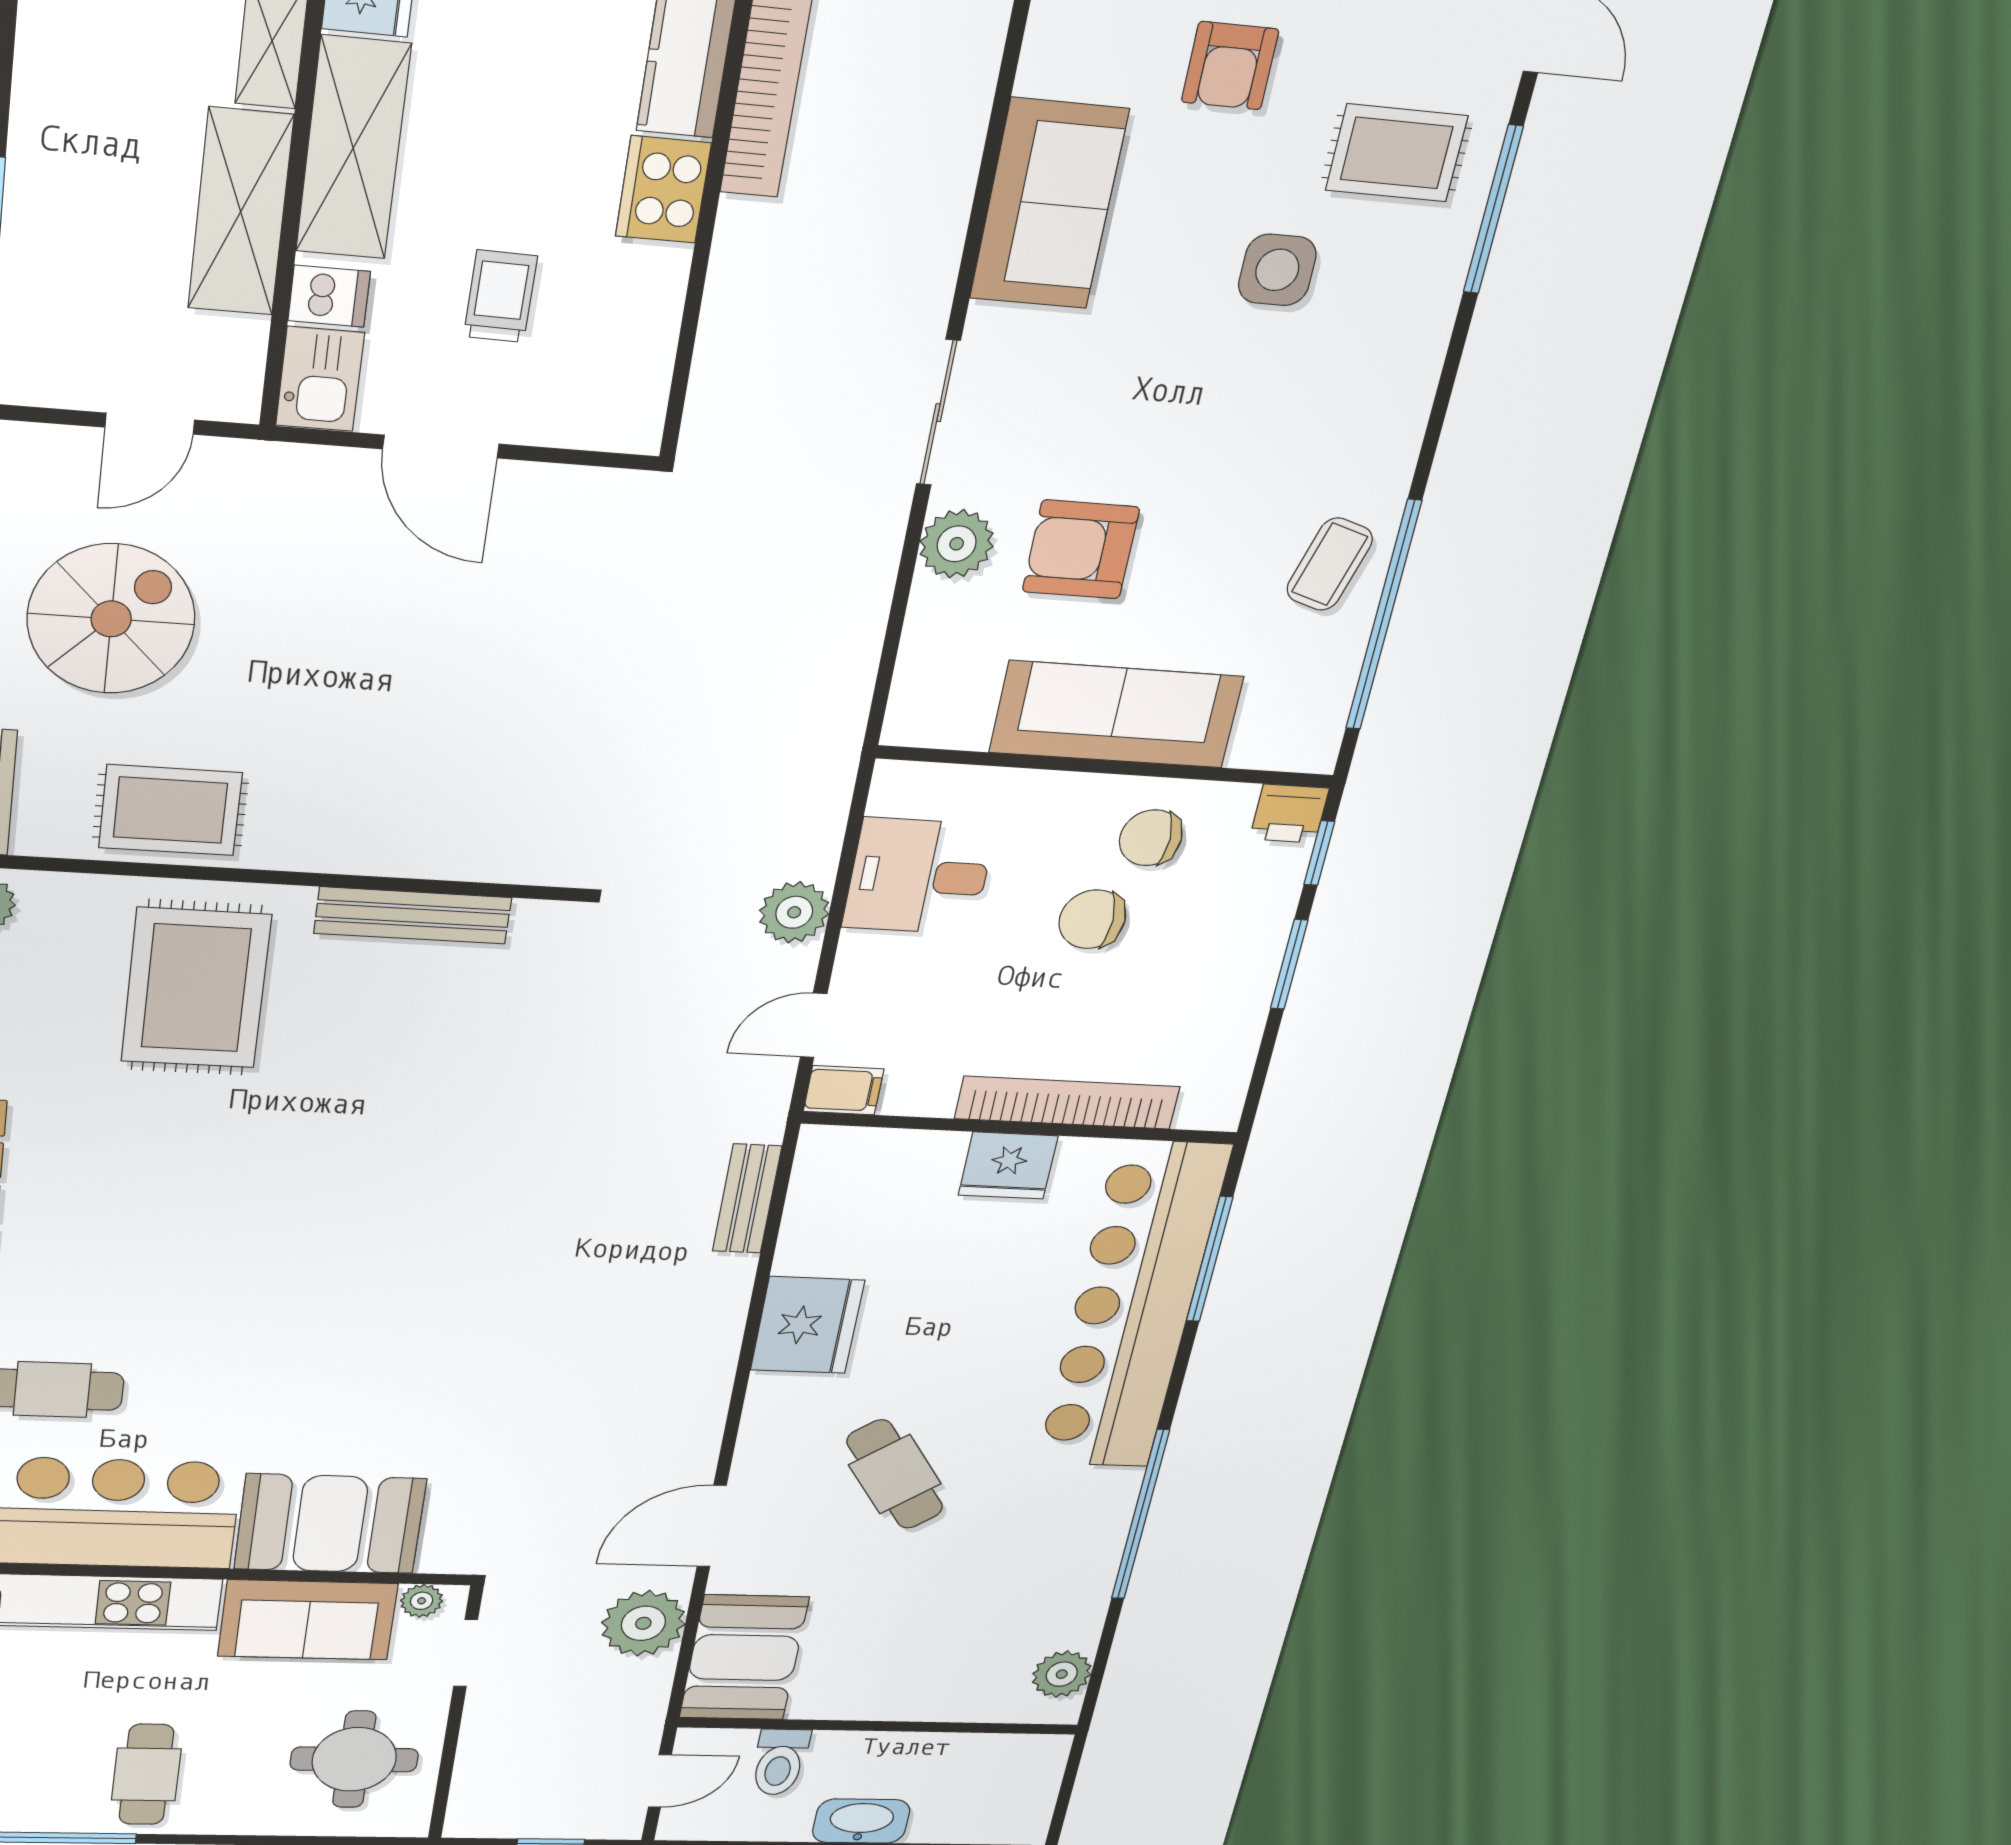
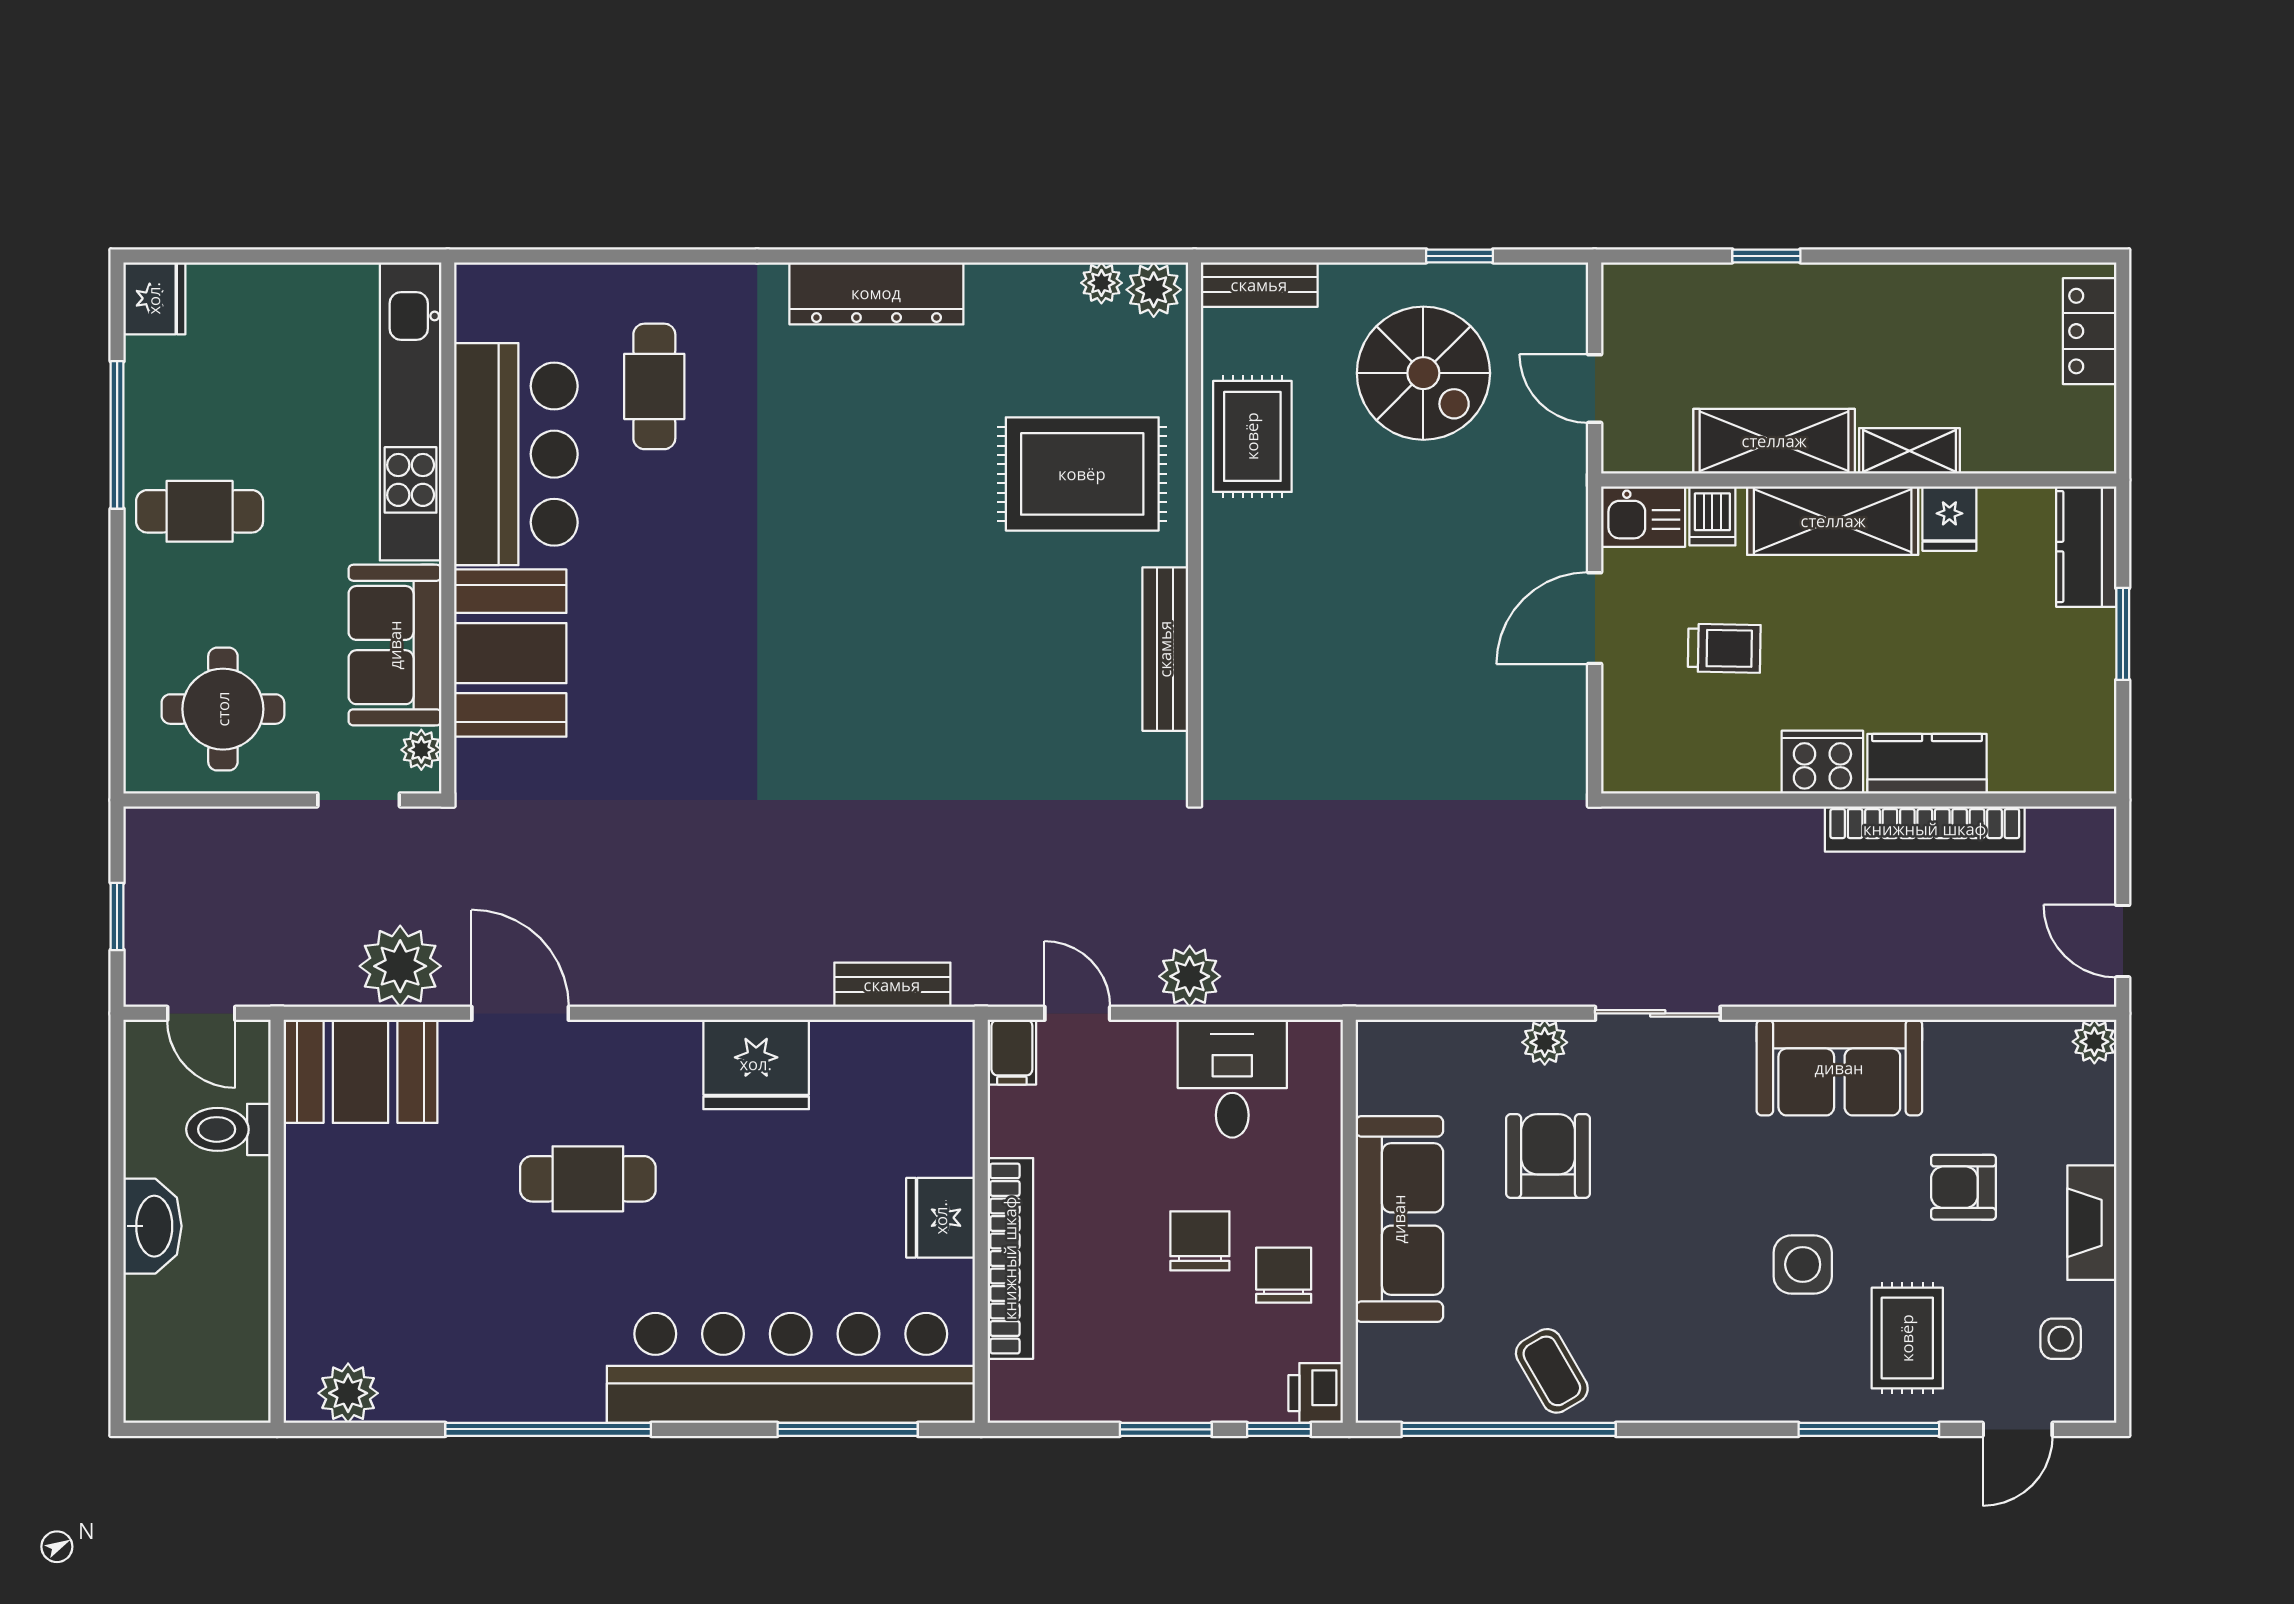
plant: (957, 544) -> (1545, 1042), width x0.73, depth x0.73
coffee table: (1330, 564) -> (1552, 1371), turned 43
cafe table: (895, 1474) -> (588, 1179), turned 36

